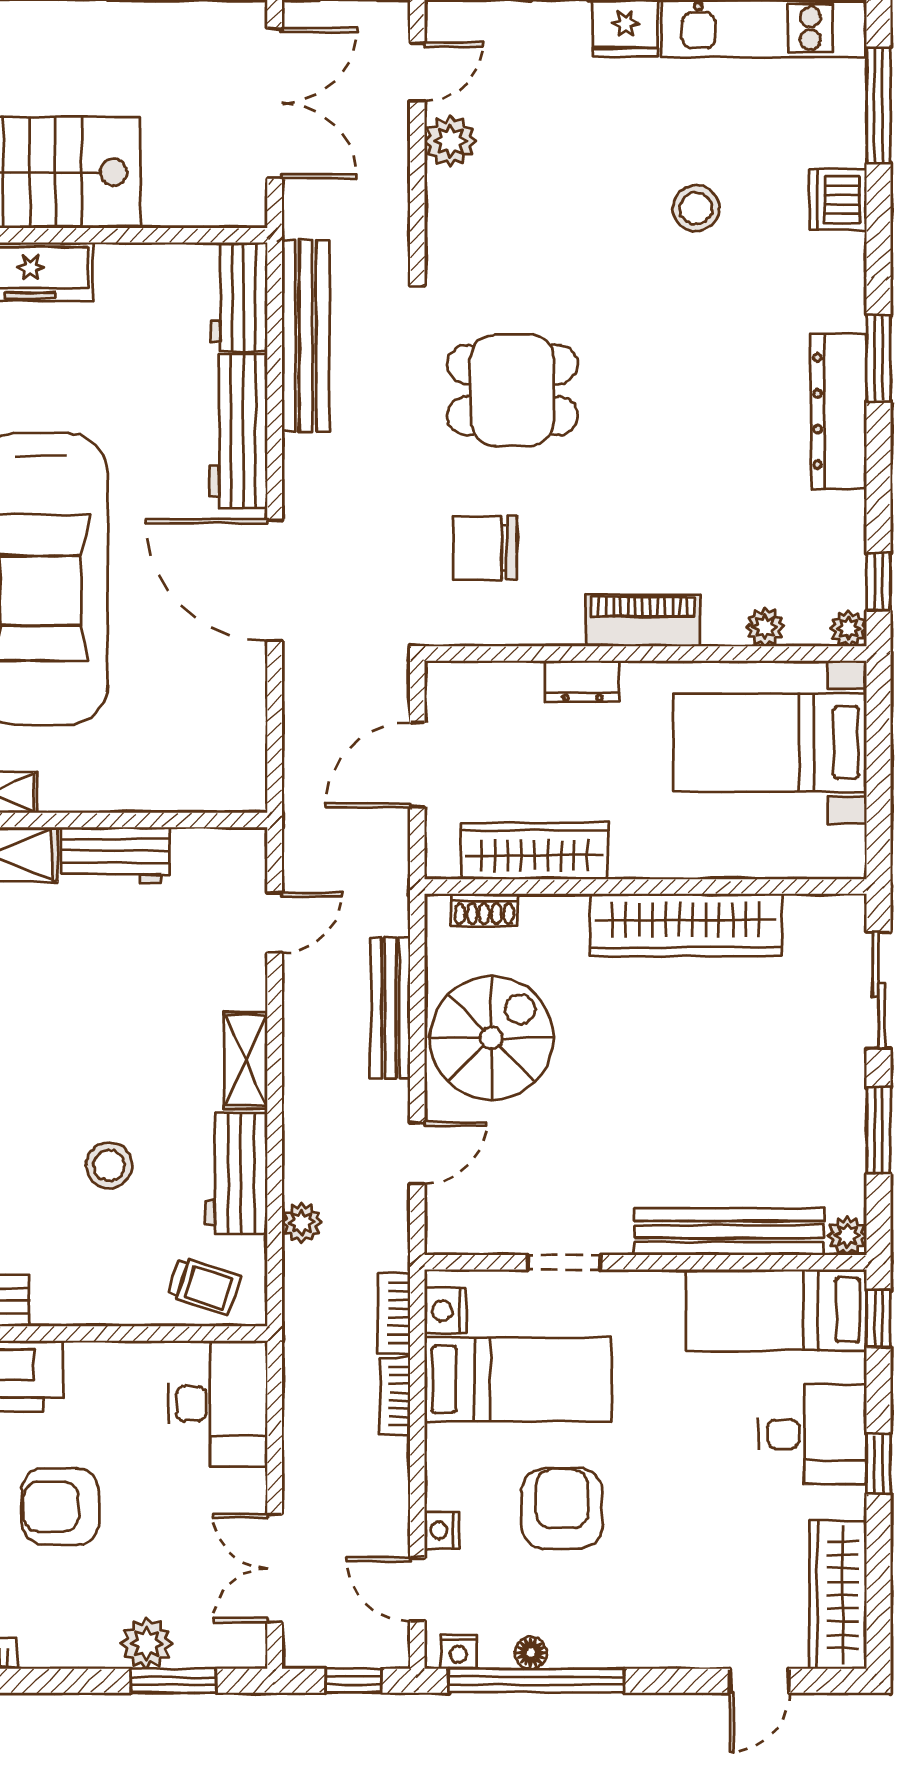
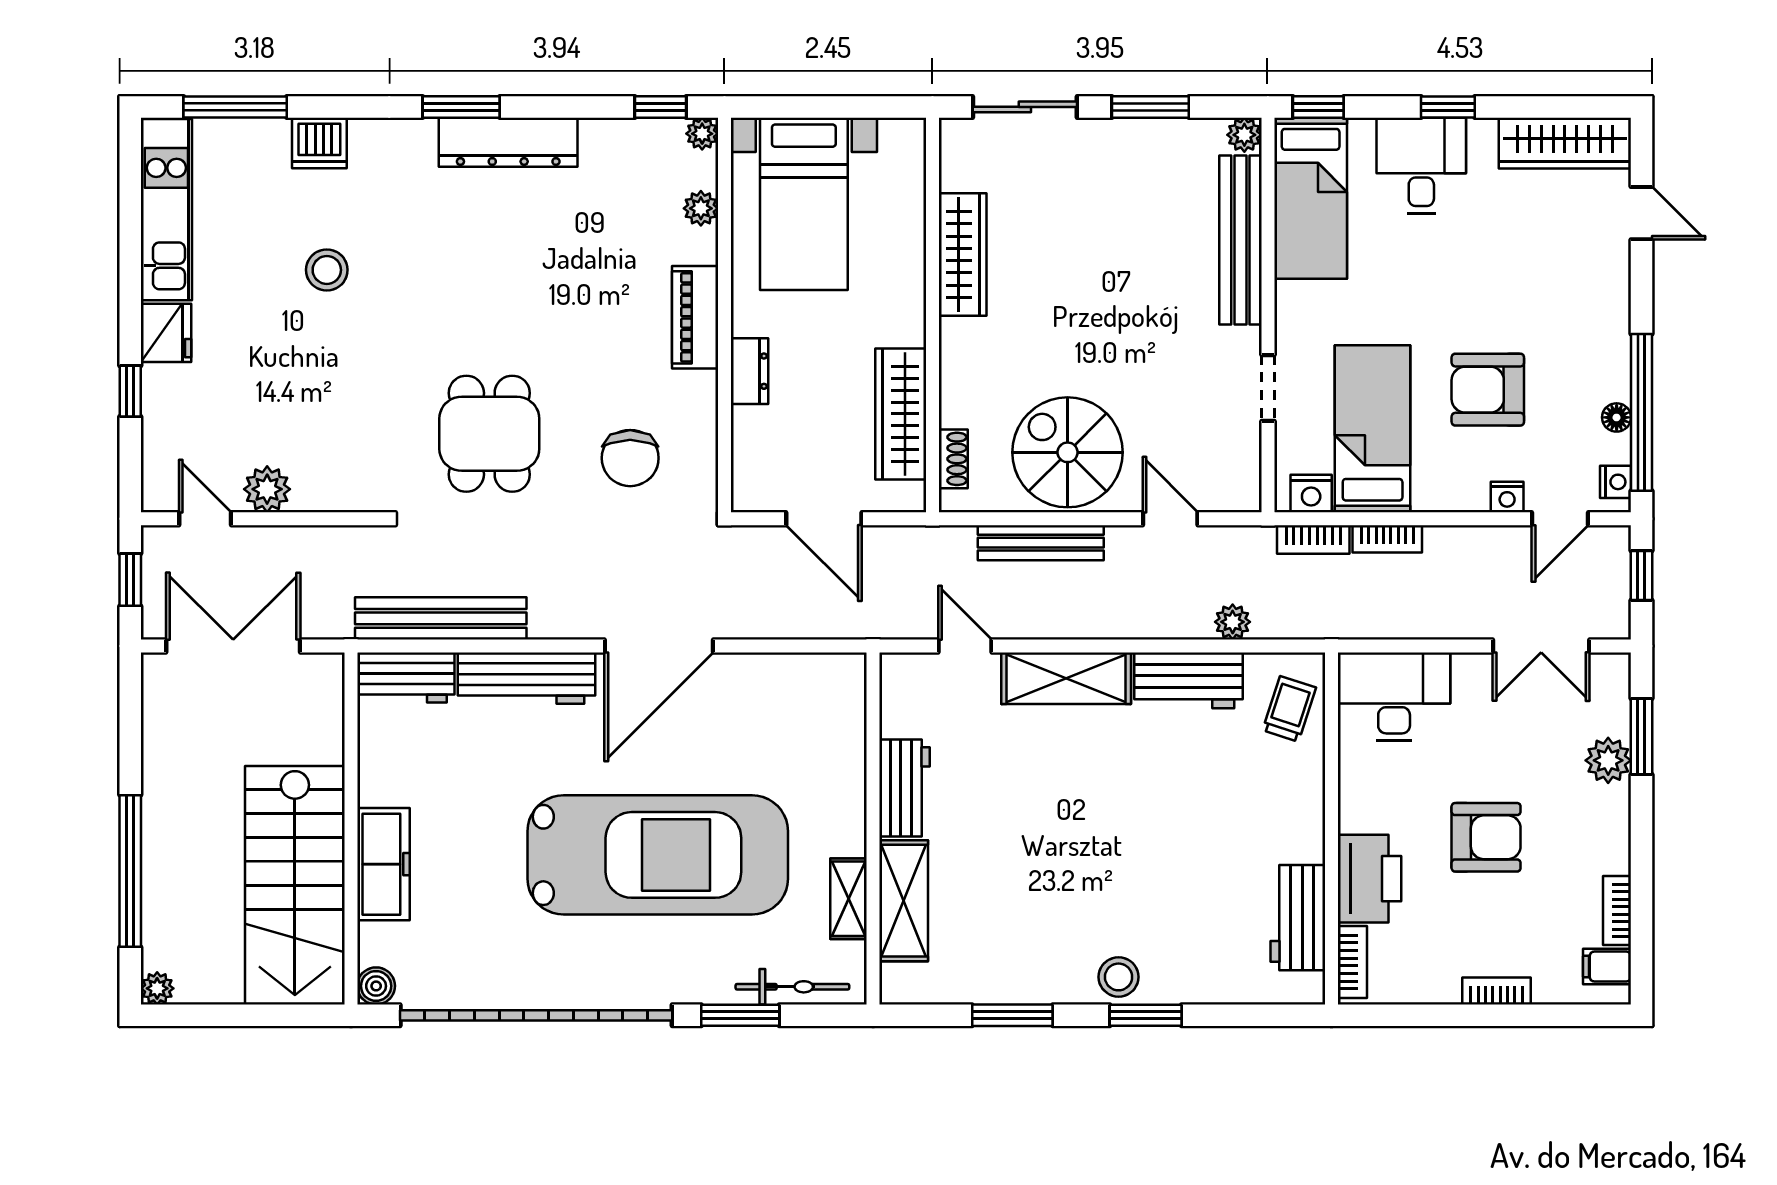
wardrobe: (686, 925) -> (963, 254), width x0.71, depth x0.85
shelving: (246, 1060) -> (1066, 678), width x1.50, depth x1.33
stool: (109, 1166) -> (1182, 794), removed
armchair: (60, 1507) -> (1486, 837), turned -90

